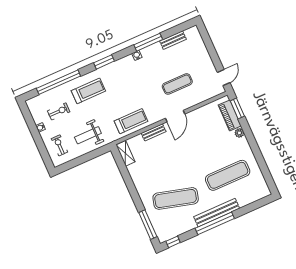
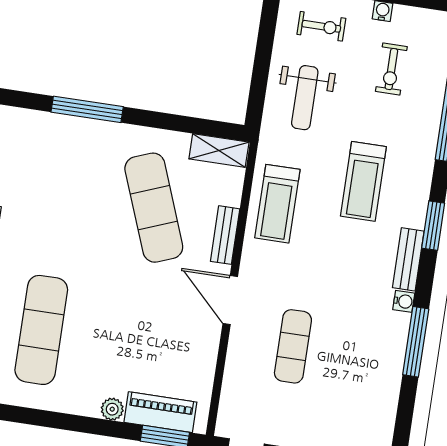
bench: (173, 40) -> (408, 259), moved
treadmill: (88, 91) -> (363, 181), moved
weight bench: (88, 135) -> (305, 98), turned 180
exercise mat: (176, 198) -> (154, 208), moved, turned -36
window: (148, 225) -> (87, 109), moved

